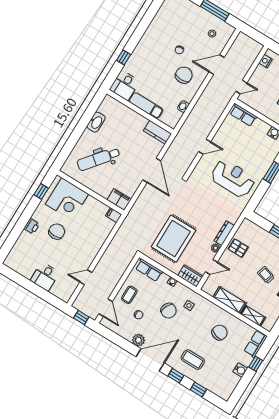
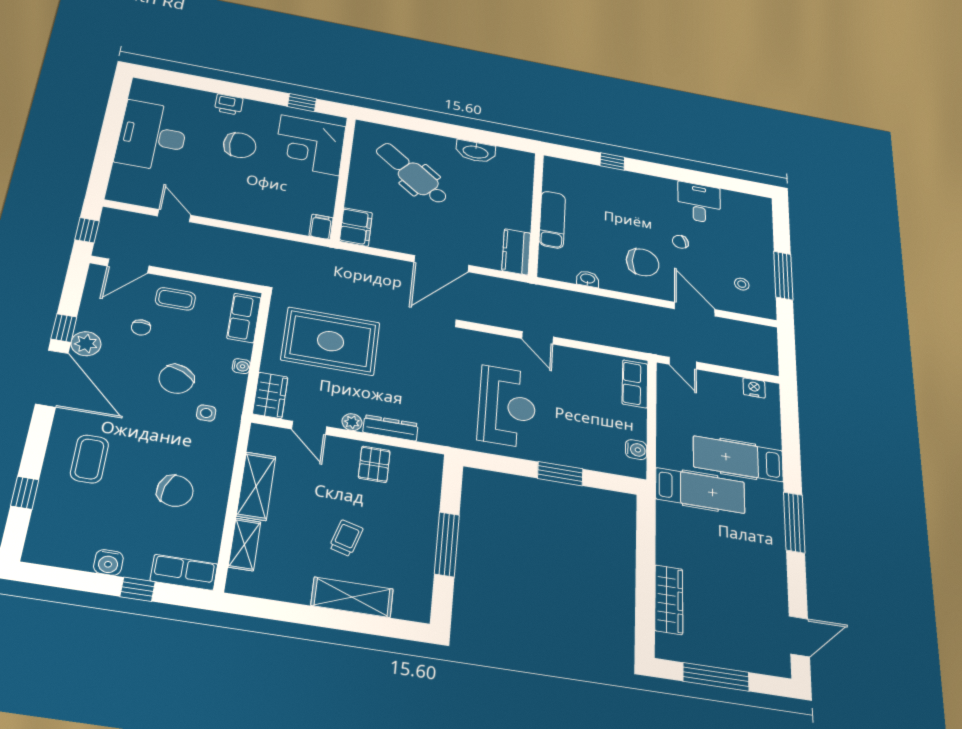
desk: (124, 85) -> (699, 203), moved, turned 90
desk: (45, 277) -> (152, 136), width x1.87, depth x1.30
window: (176, 376) -> (64, 328), moved

